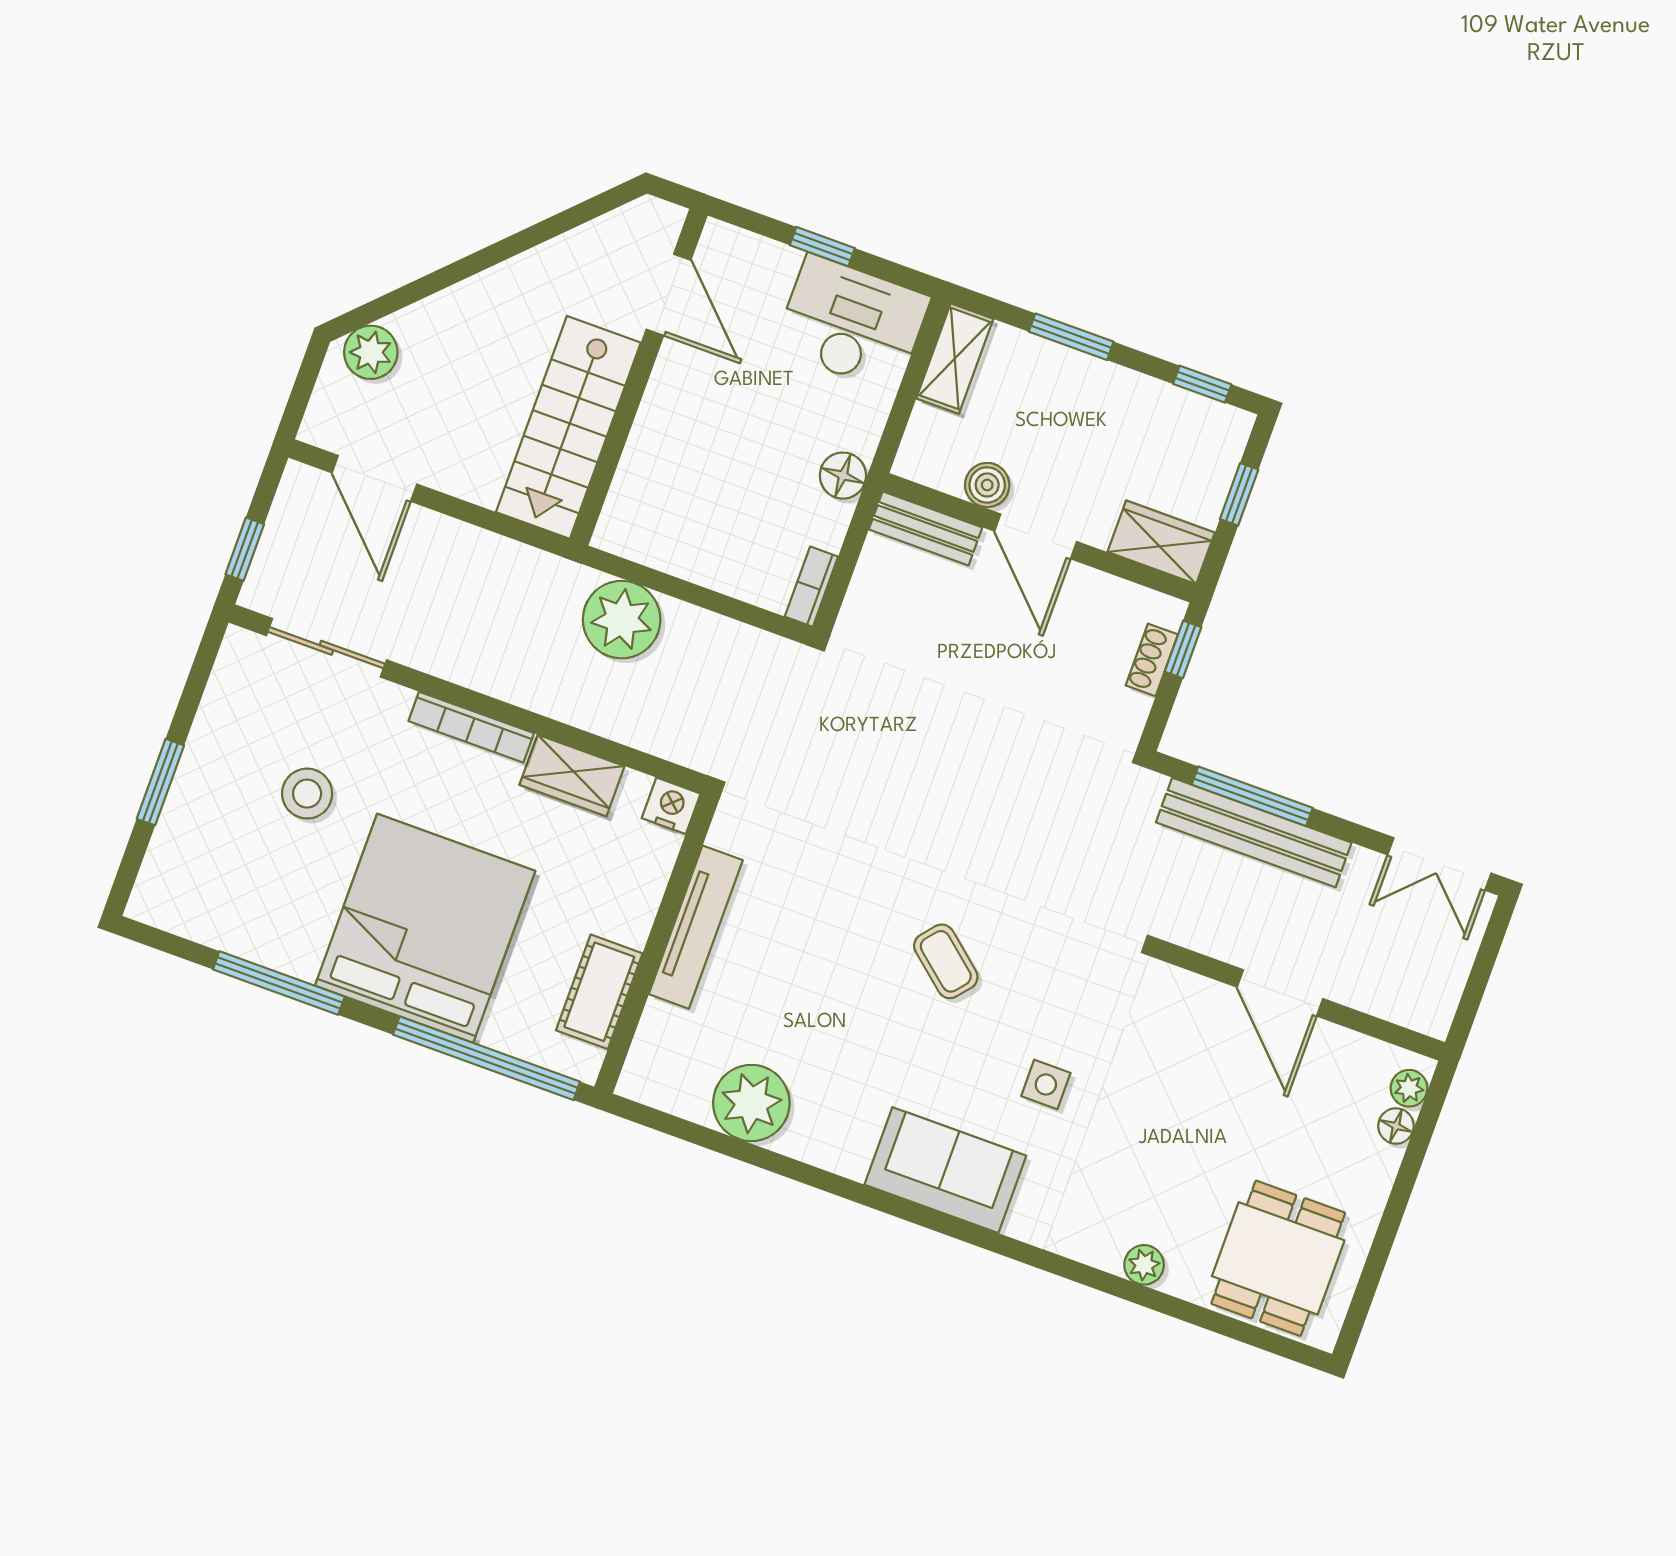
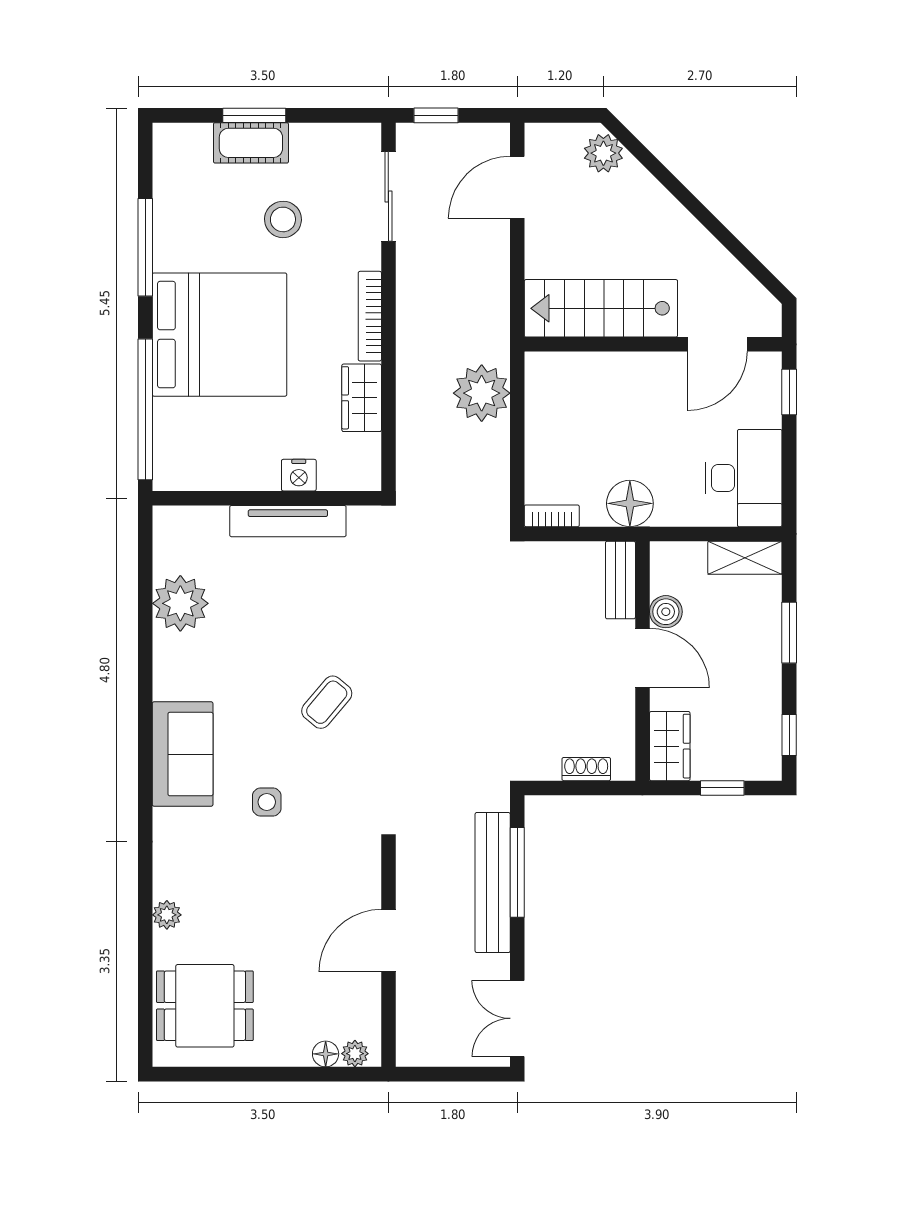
window: (822, 247) -> (789, 392), moved
floor lamp: (843, 476) -> (630, 503), width x1.38, depth x1.38
door: (1036, 536) -> (642, 658), swing flipped
window: (1183, 649) -> (601, 788), removed
nightstand: (671, 806) -> (299, 475), moved, turned 90
cot: (599, 992) -> (251, 143), moved

